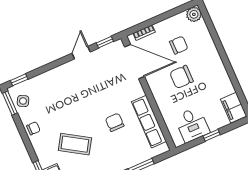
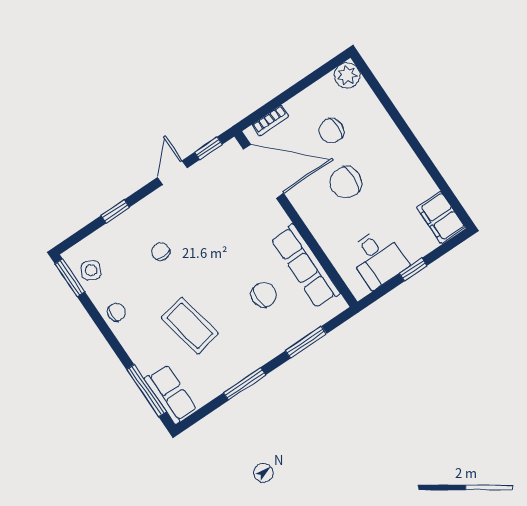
chair: (179, 45) -> (331, 131), turned 180
window: (19, 80) -> (115, 211), moved
chair: (66, 98) -> (161, 252), added
chair: (115, 122) -> (264, 295), moved, turned 90
coffee table: (75, 144) -> (190, 326), turned 47

